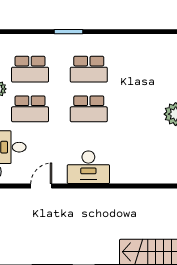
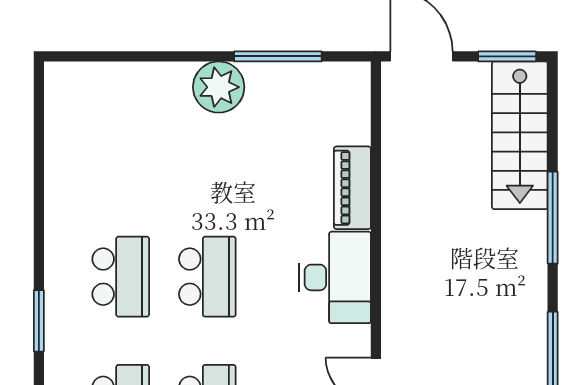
piano: (129, 175) -> (352, 188), added

